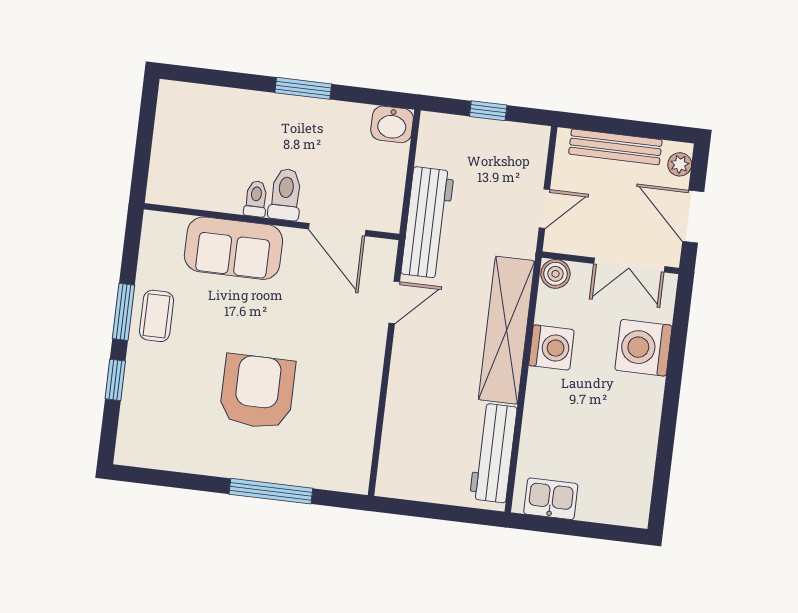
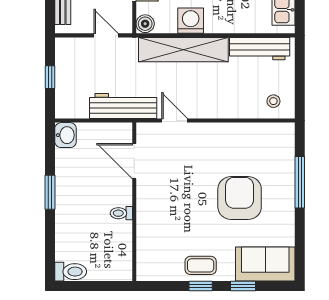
toilet: (285, 194) -> (71, 272), moved, turned 180
door: (337, 230) -> (134, 161), swing flipped
sofa: (233, 248) -> (265, 264), moved, turned -90
window: (123, 312) -> (201, 286), width x0.67
armchair: (257, 392) -> (240, 198), turned 90
stool: (406, 465) -> (273, 101), added

